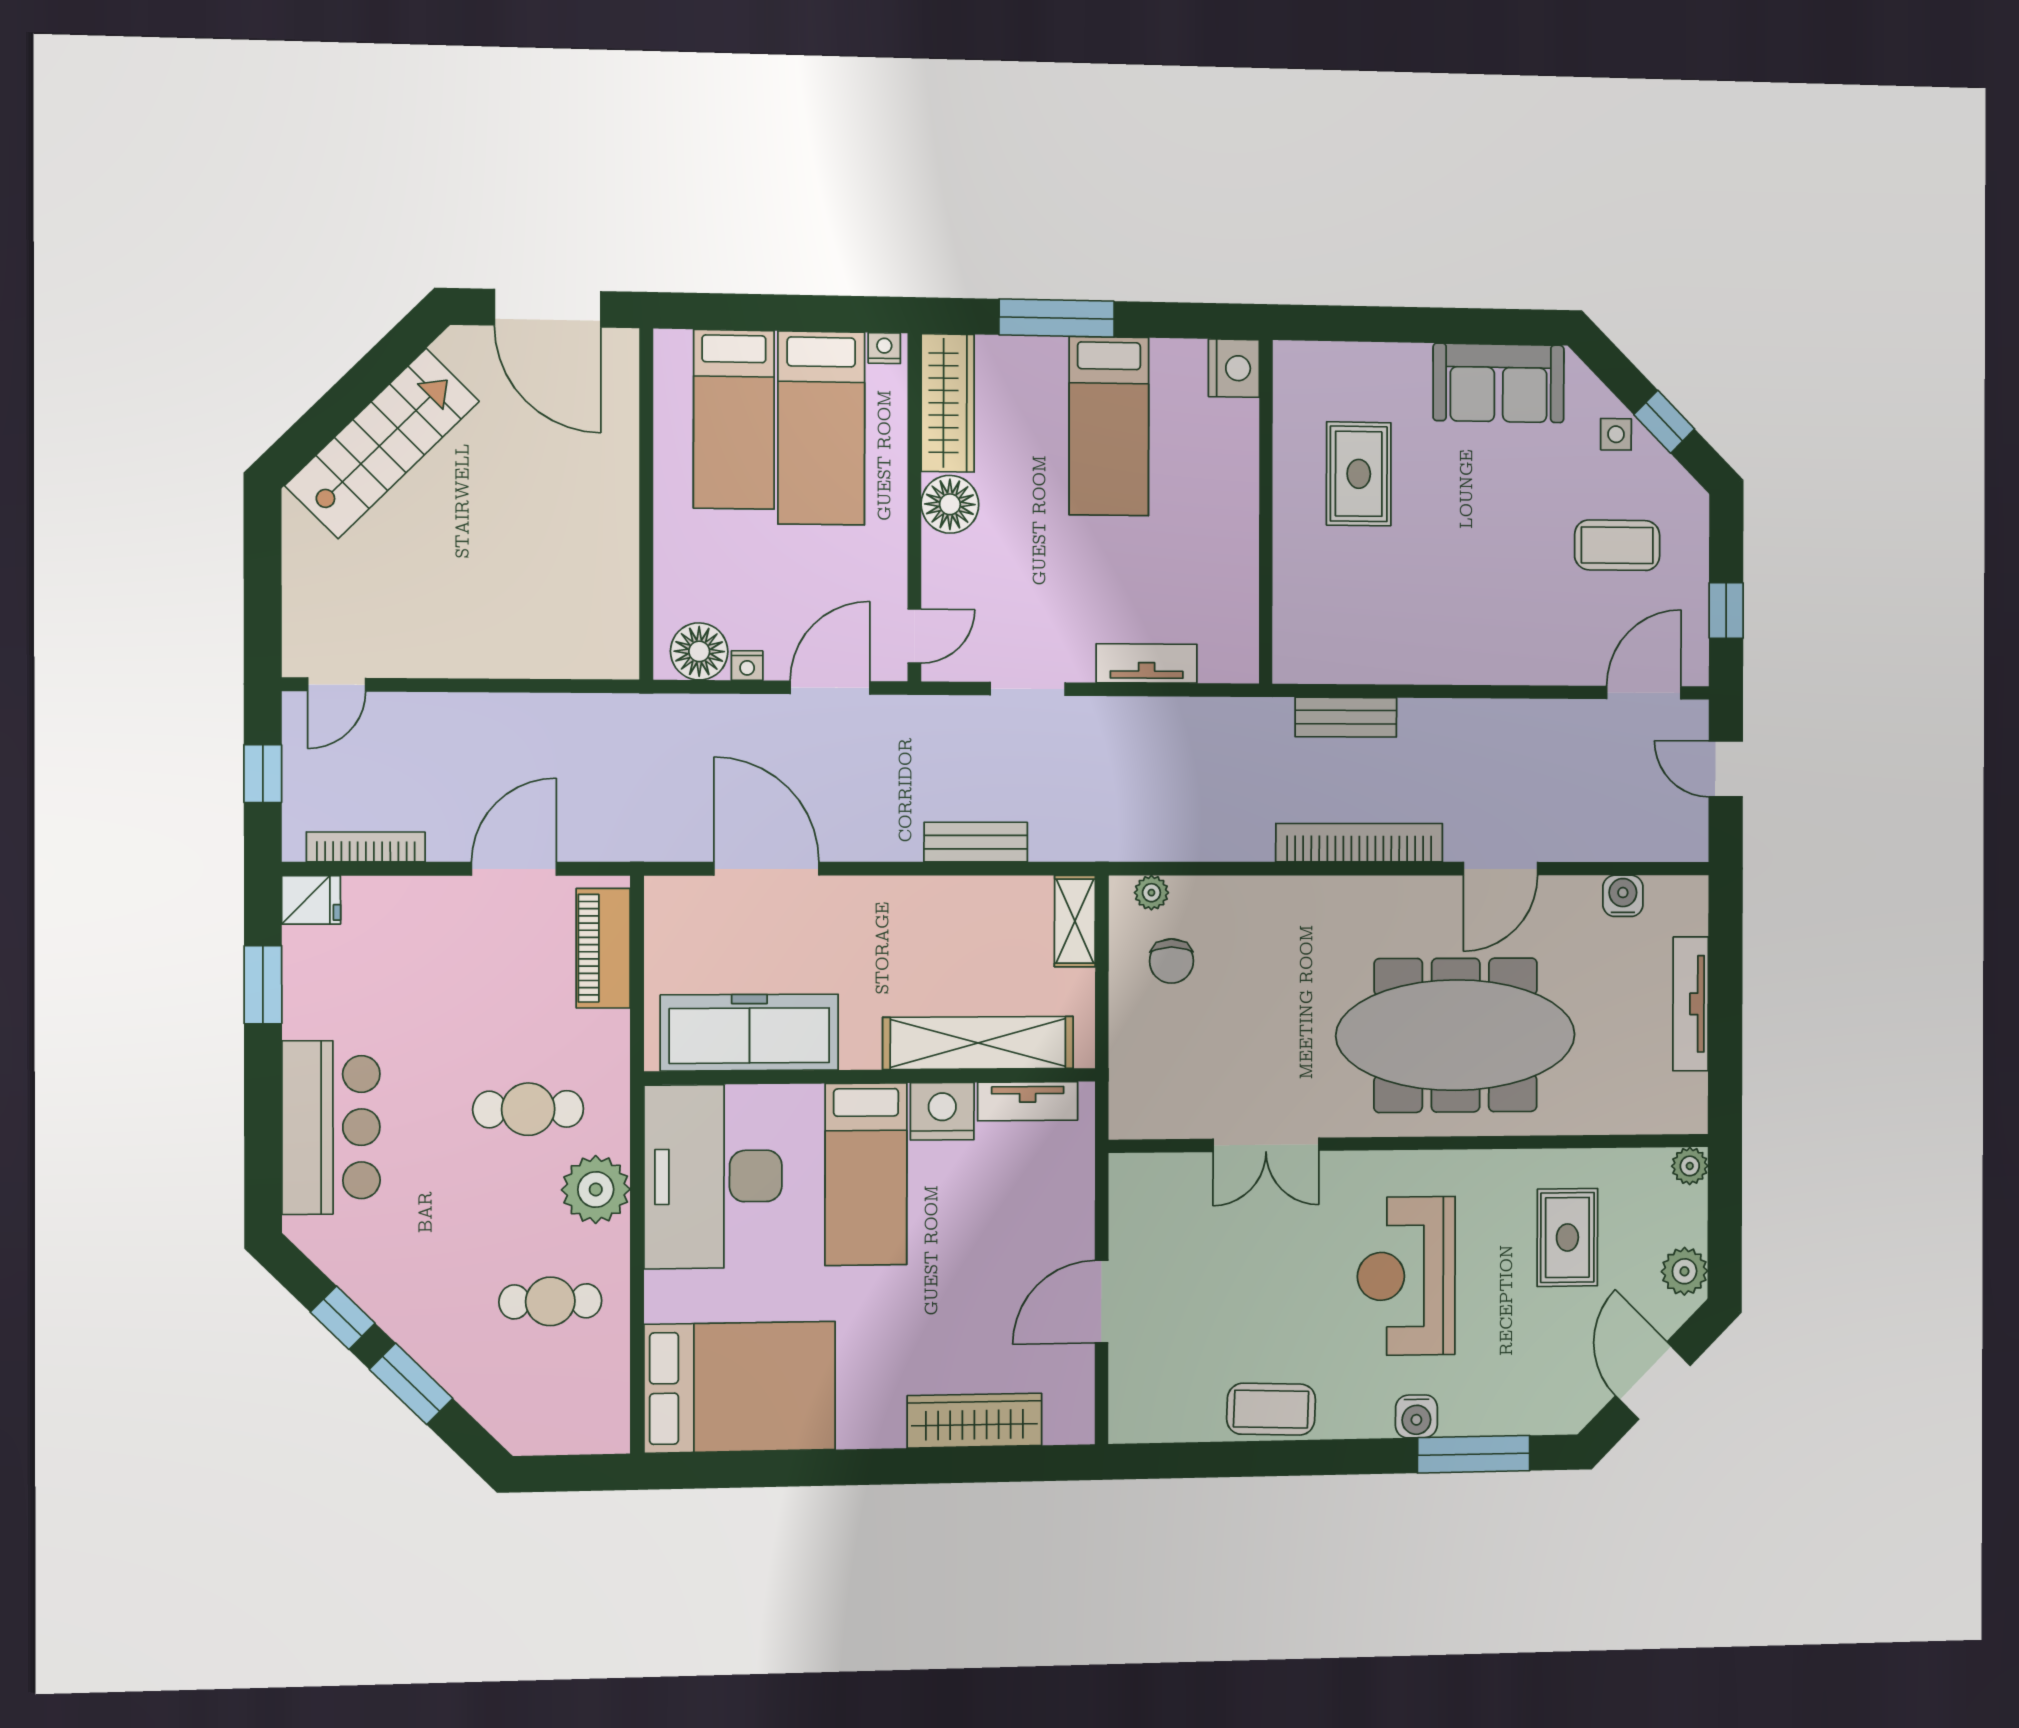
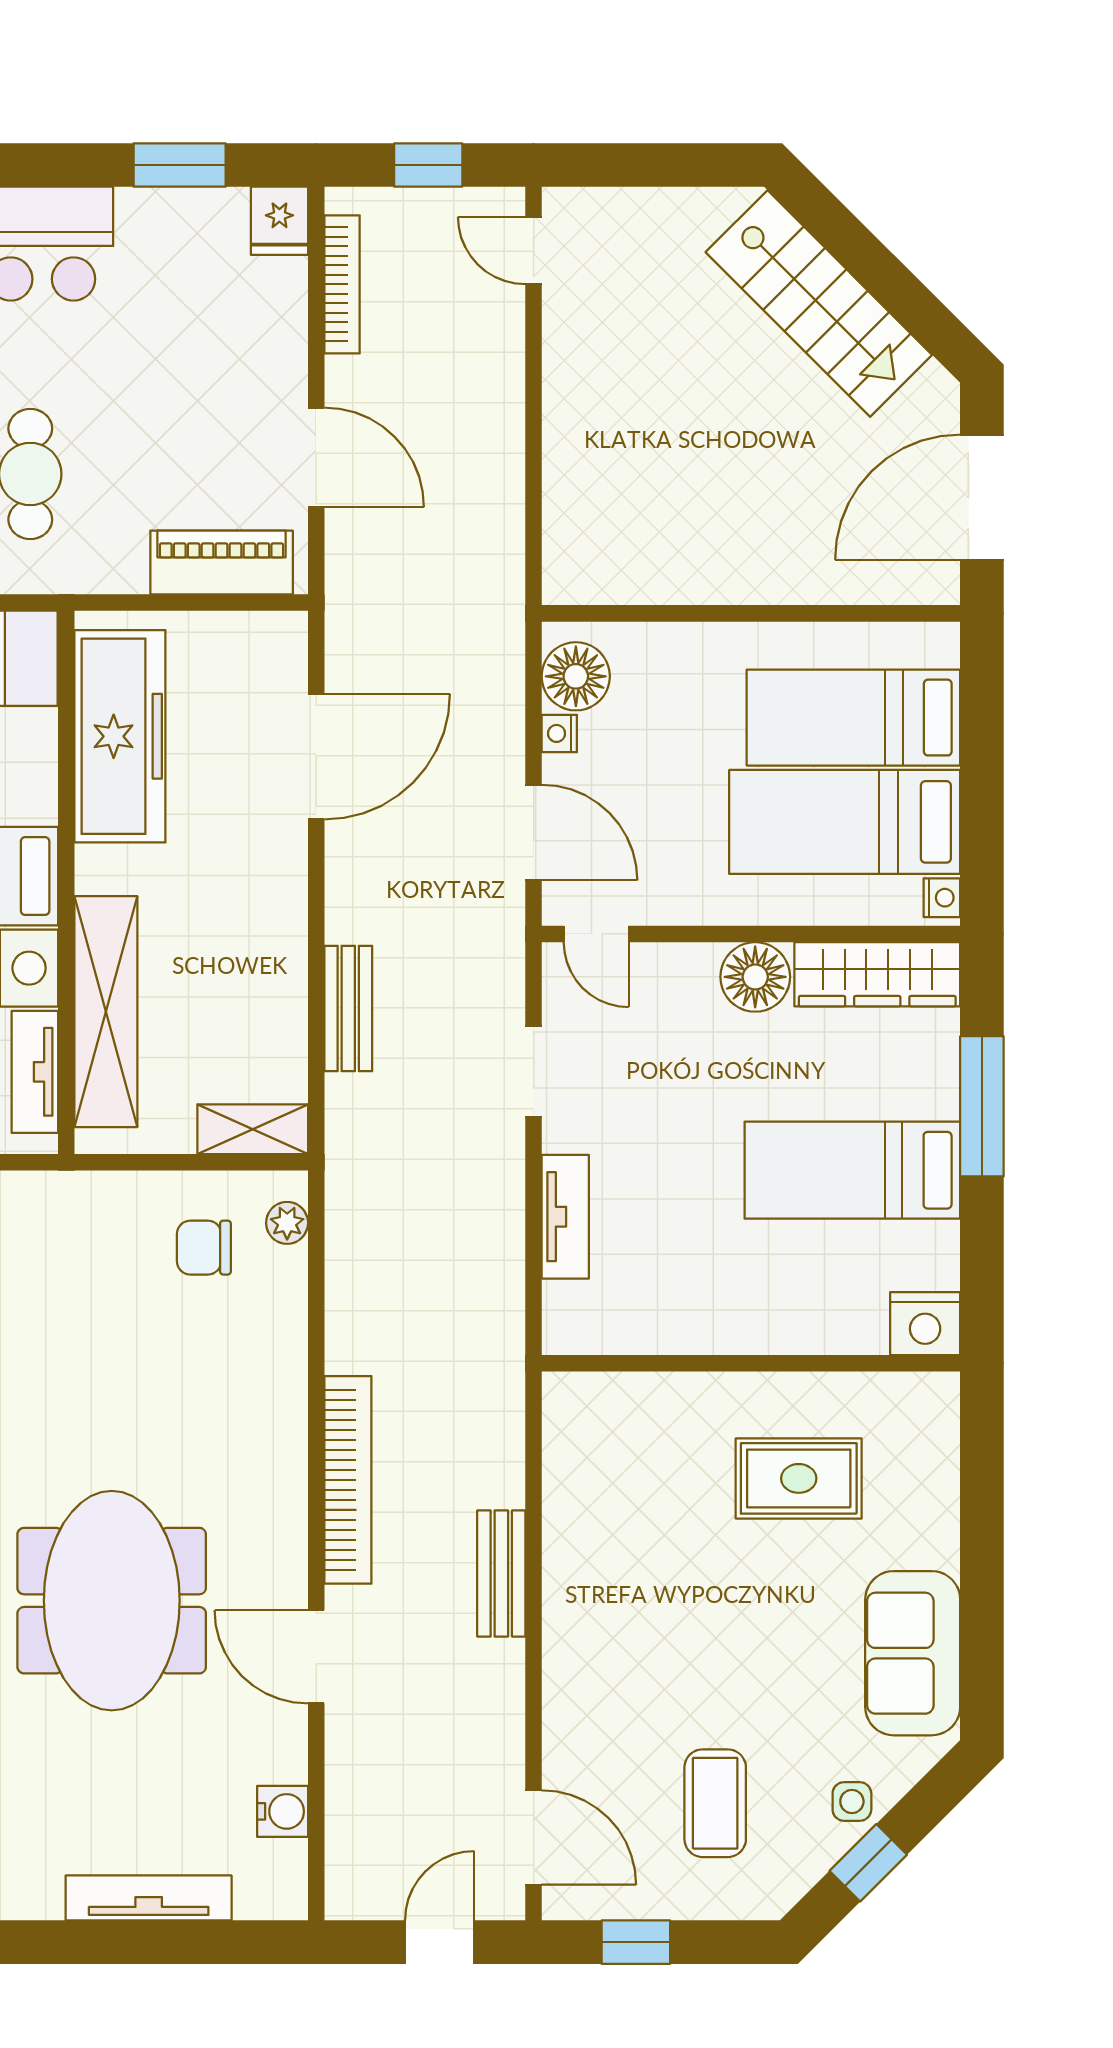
bench: (1346, 717) -> (501, 1574), moved
meeting table: (1456, 1035) -> (112, 1601), width x0.73

